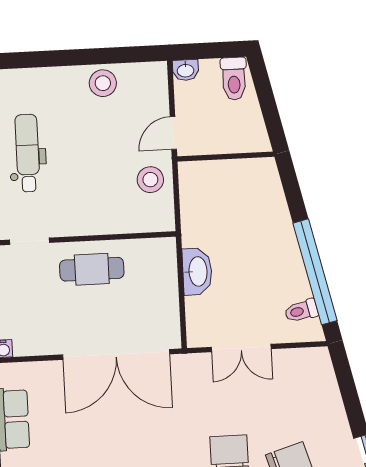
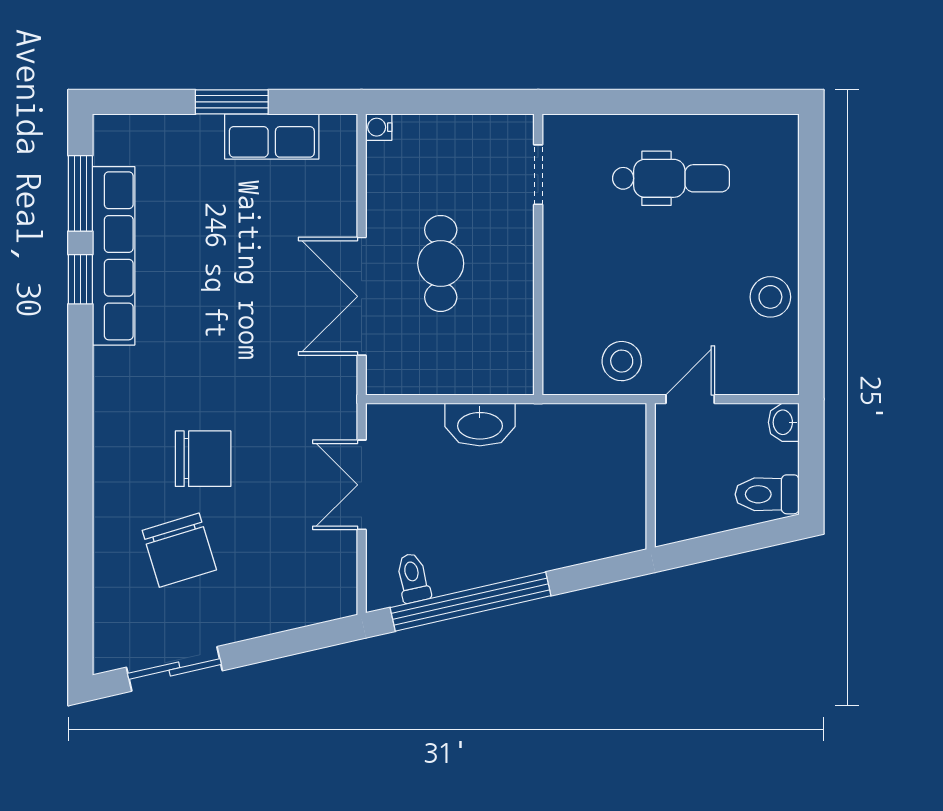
door: (173, 133) -> (690, 399), hinge flipped
cafe table: (92, 269) -> (441, 263), moved
double door: (116, 354) -> (362, 296), width x0.73

